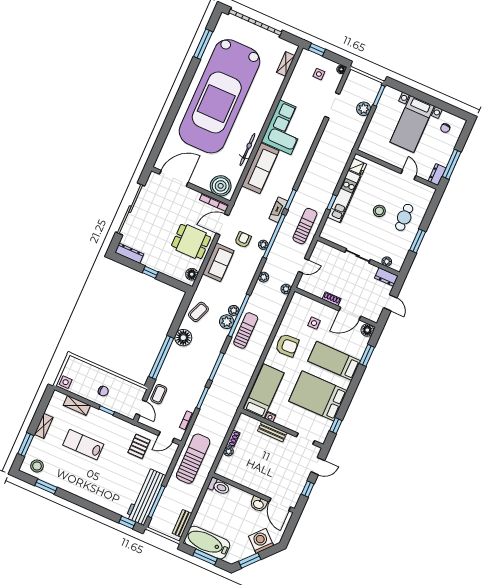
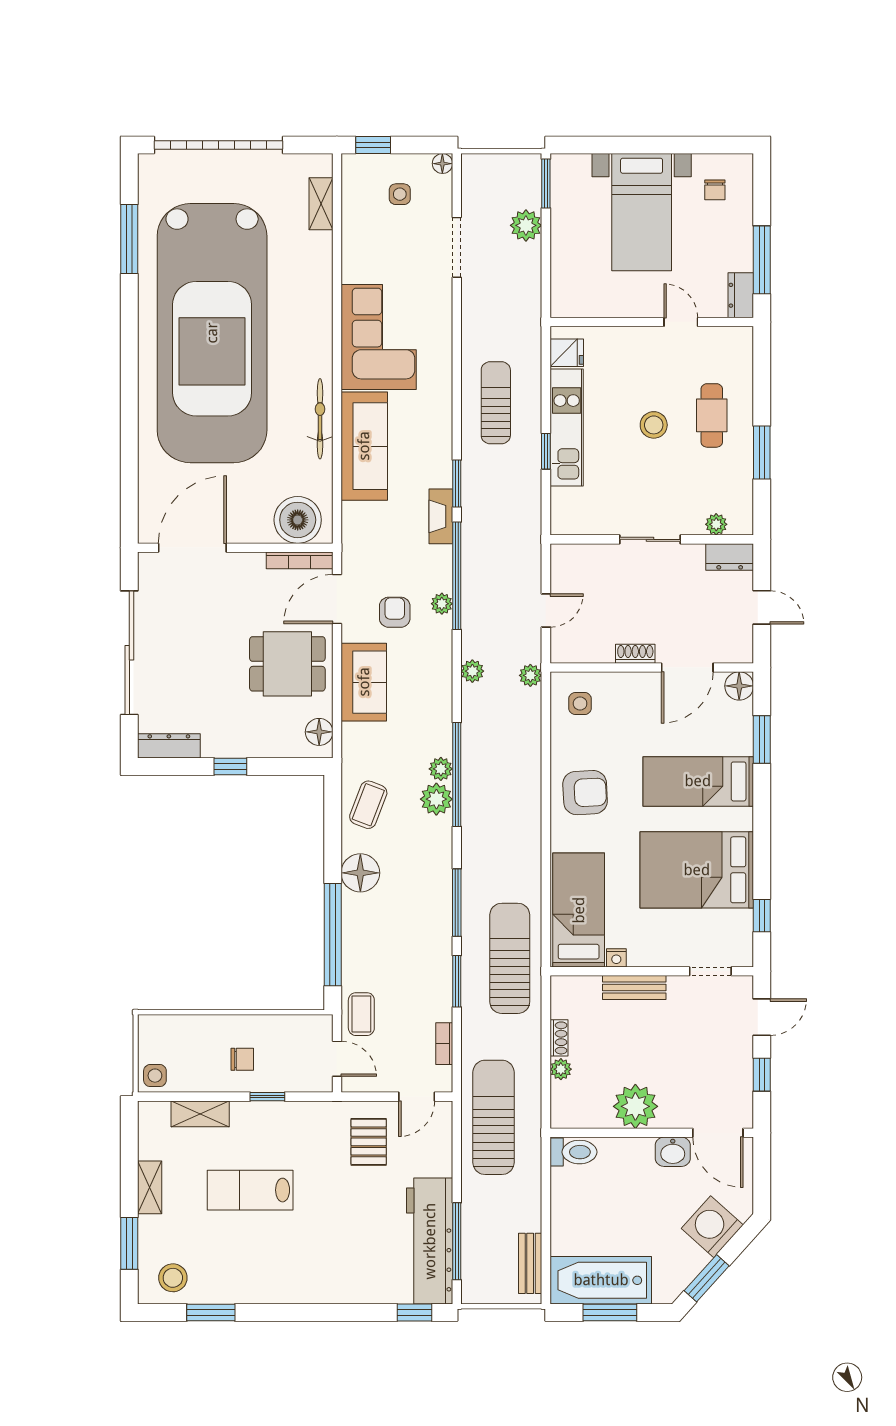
sun lounger: (305, 226) -> (496, 403), moved
side table: (314, 323) -> (580, 704), moved
sun lounger: (246, 330) -> (510, 958), moved, width x1.36, depth x1.34
plant: (252, 479) -> (635, 1106), added

